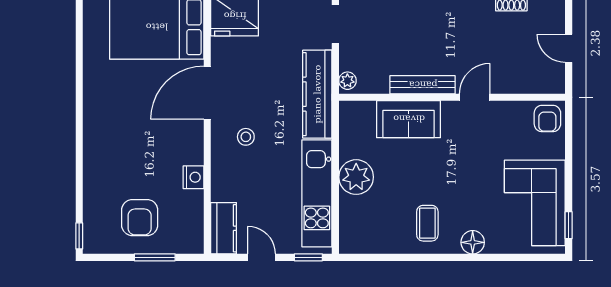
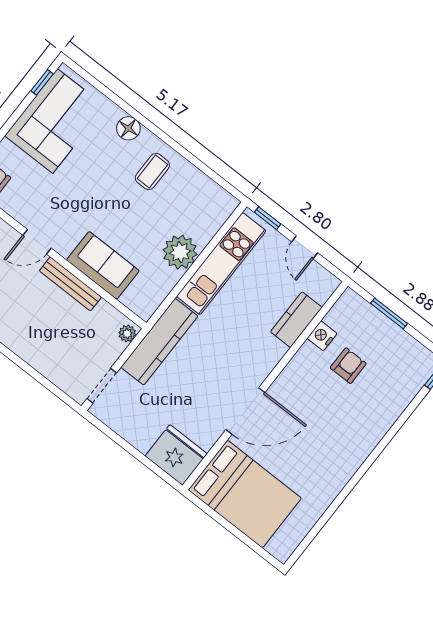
stool: (246, 137) -> (242, 352), removed
nightstand: (193, 177) -> (322, 336), moved
armchair: (140, 218) -> (348, 366), moved, width x0.72, depth x0.72
kitchen counter: (224, 228) -> (296, 320), moved

